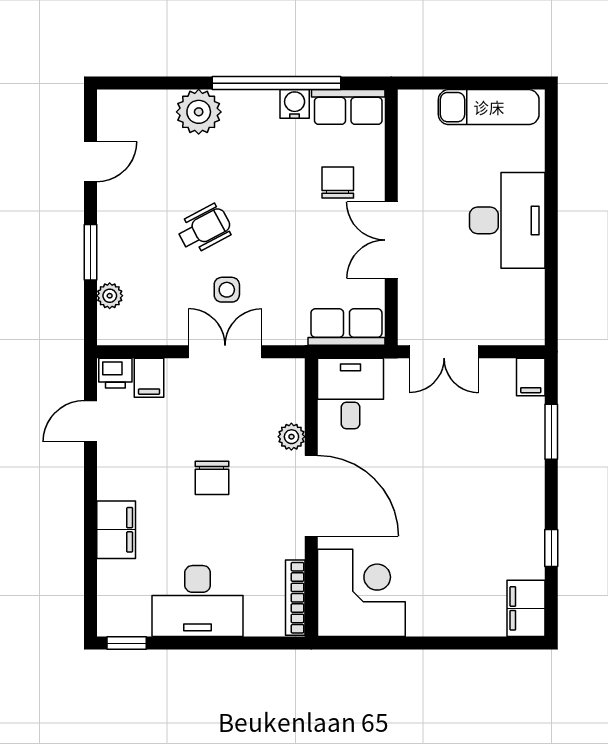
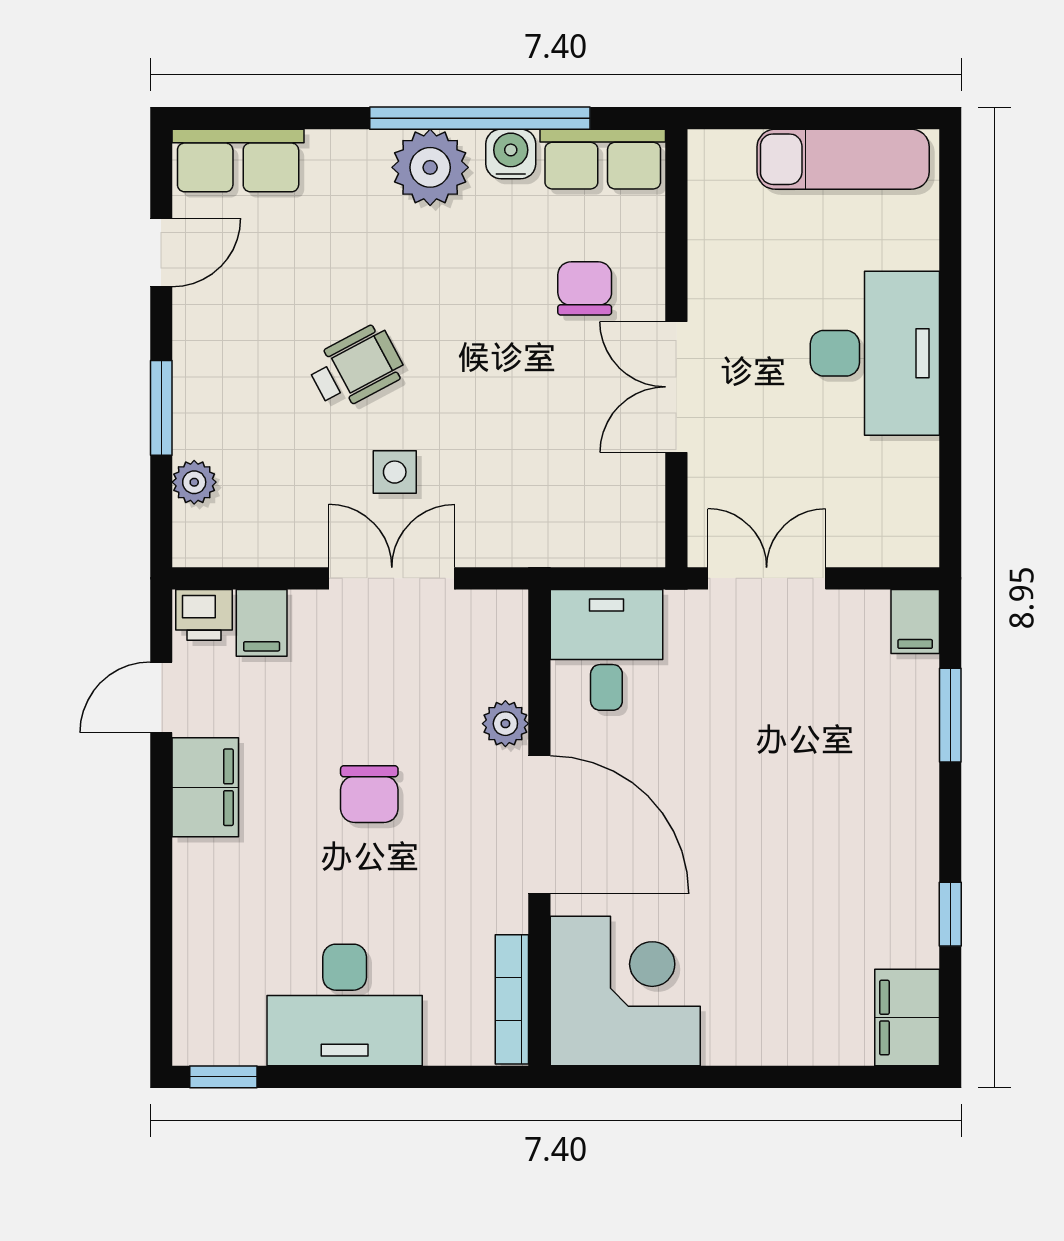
plant: (199, 112) -> (430, 167), moved
row of seats: (346, 327) -> (238, 161), moved, turned 180
double door: (444, 352) -> (767, 578), swing flipped
filing cabinet: (116, 530) -> (205, 787), moved

